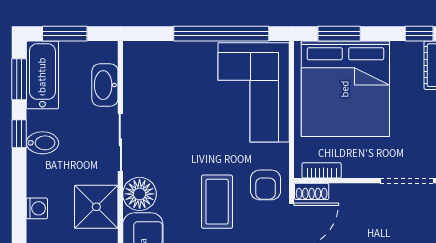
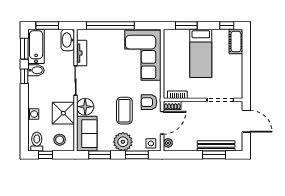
window: (221, 34) -> (110, 26), moved
washbasin: (105, 85) -> (68, 40), moved
tv unit: (132, 88) -> (82, 53), added
bed: (345, 89) -> (201, 53), width x0.49
bidet: (42, 143) -> (36, 70), moved
armchair: (266, 185) -> (149, 102), turned 90

